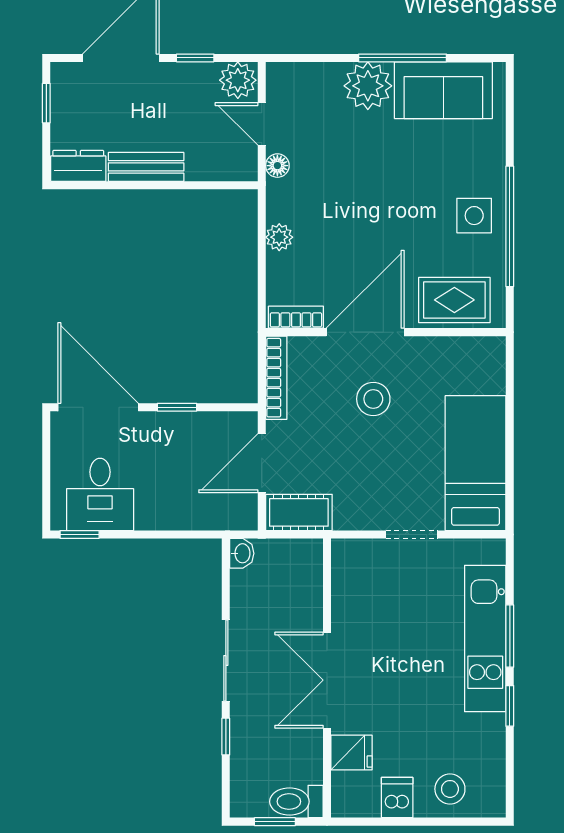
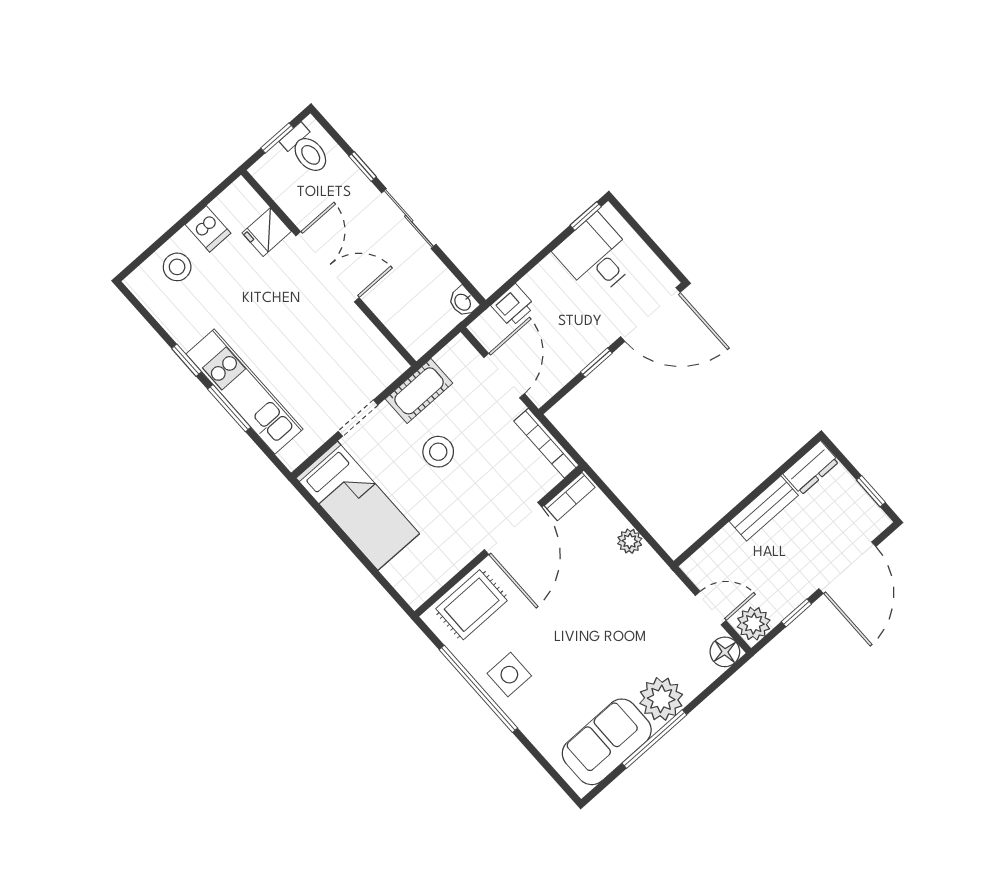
floor lamp: (277, 166) -> (725, 652), moved, width x1.37, depth x1.37
stool: (373, 399) -> (438, 452), moved
cot: (299, 512) -> (419, 391), moved
printer: (204, 514) -> (513, 306), added
toilet: (296, 802) -> (306, 150), moved, turned 90

